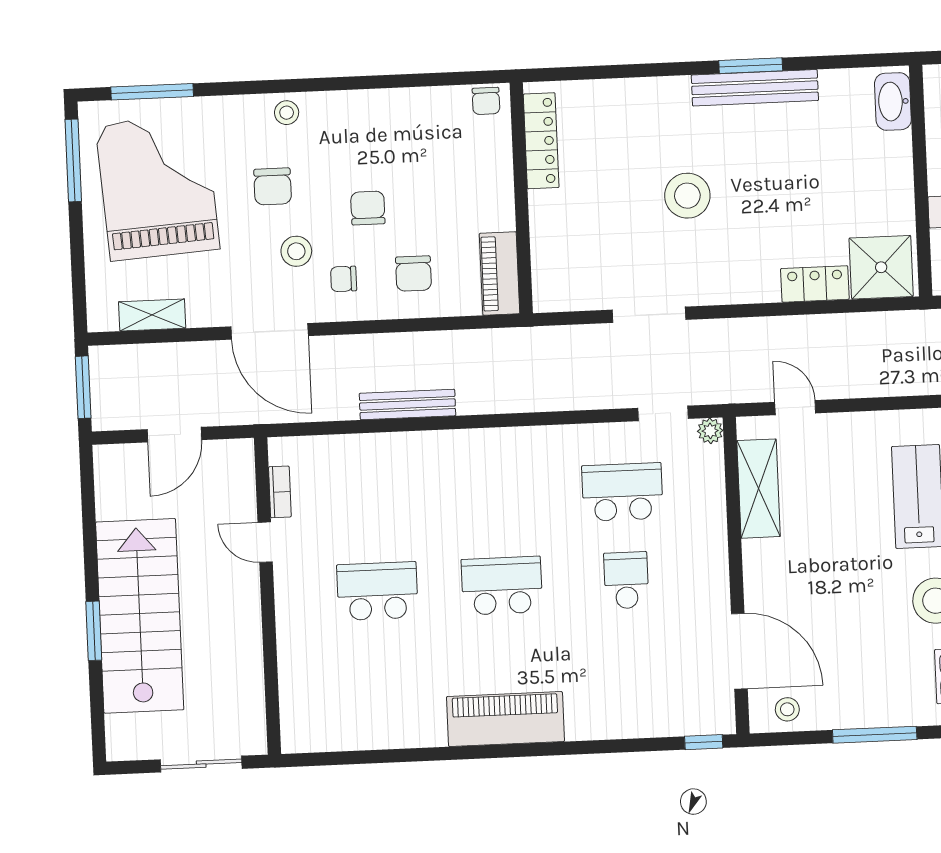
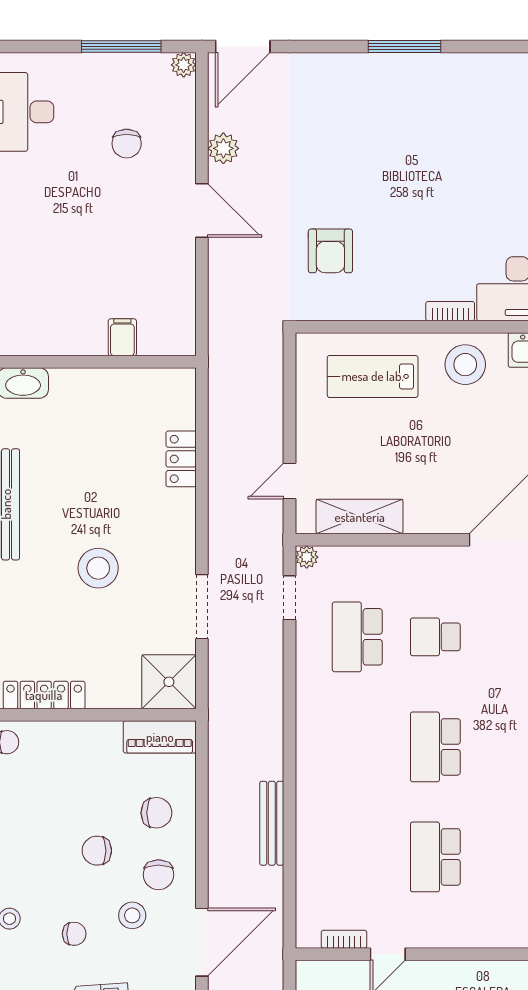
chair: (273, 186) -> (74, 934), width x0.73, depth x0.73
shower: (881, 267) -> (169, 682), moved
chair: (344, 279) -> (158, 875), width x1.37, depth x1.37

